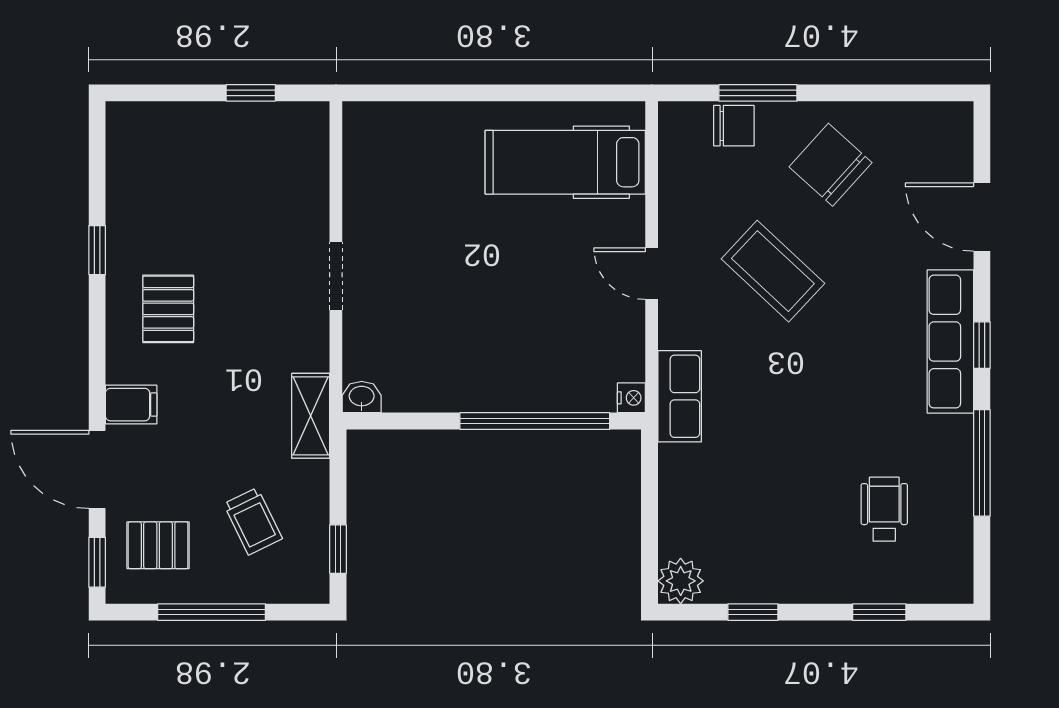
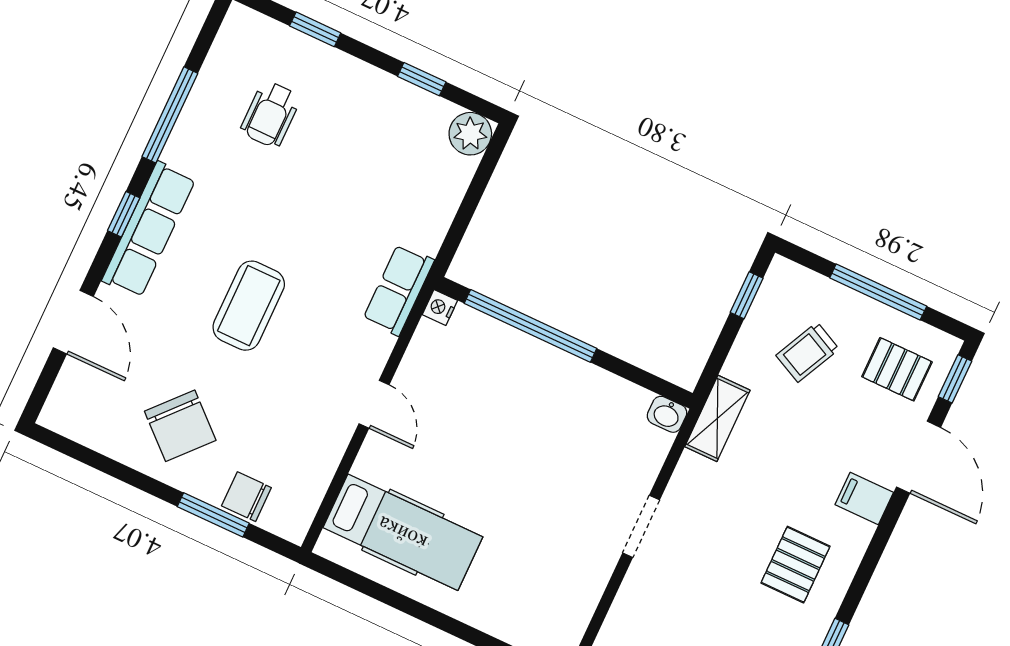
coffee table: (773, 271) -> (249, 306), moved, turned 47
trolley: (253, 521) -> (807, 352), turned -128

